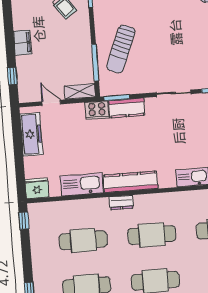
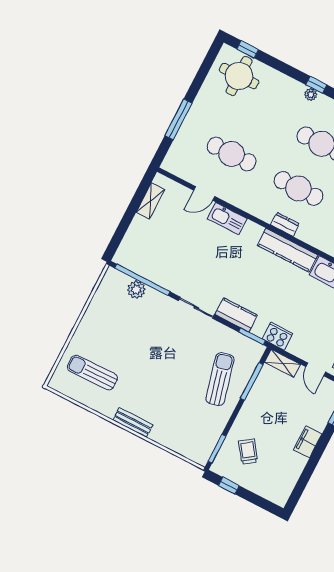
sun lounger: (121, 49) -> (220, 379), turned -36
kitchen counter: (127, 108) -> (236, 315), moved
dresser: (121, 203) -> (285, 224), moved

